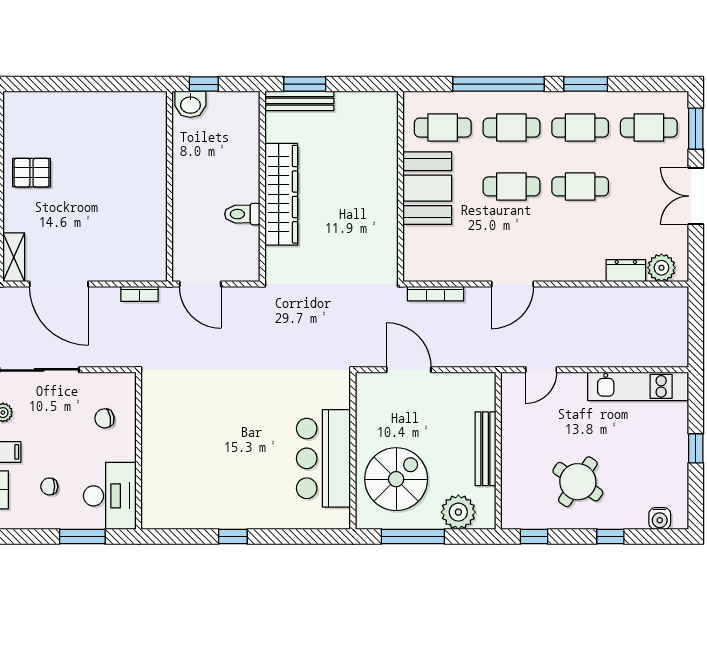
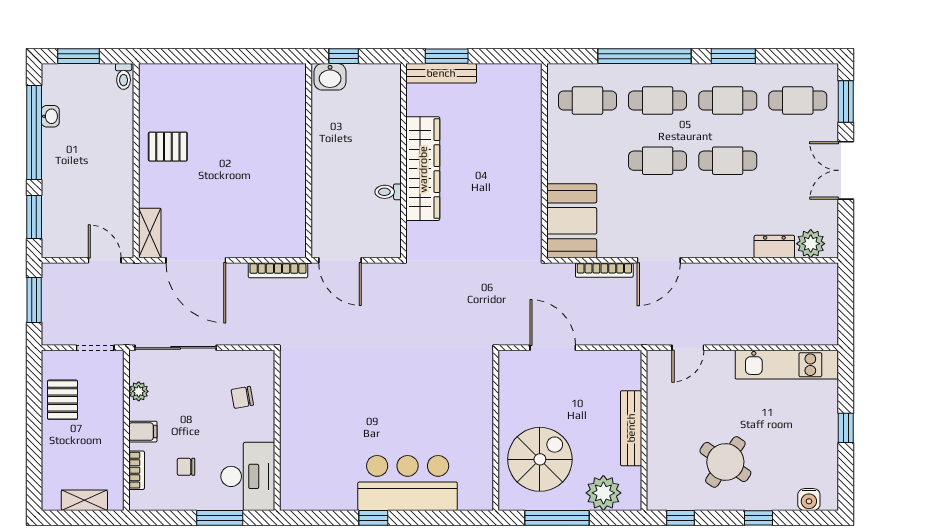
booth: (427, 188) -> (572, 221), moved
toilet: (242, 214) -> (388, 192), width x0.73, depth x0.72
bookcase: (139, 294) -> (278, 270), width x1.56
bookcase: (435, 294) -> (604, 270), moved
bar counter: (323, 458) -> (408, 483), moved, turned 90

